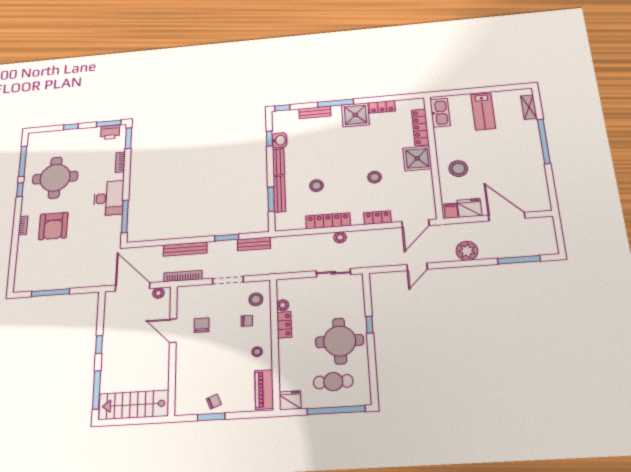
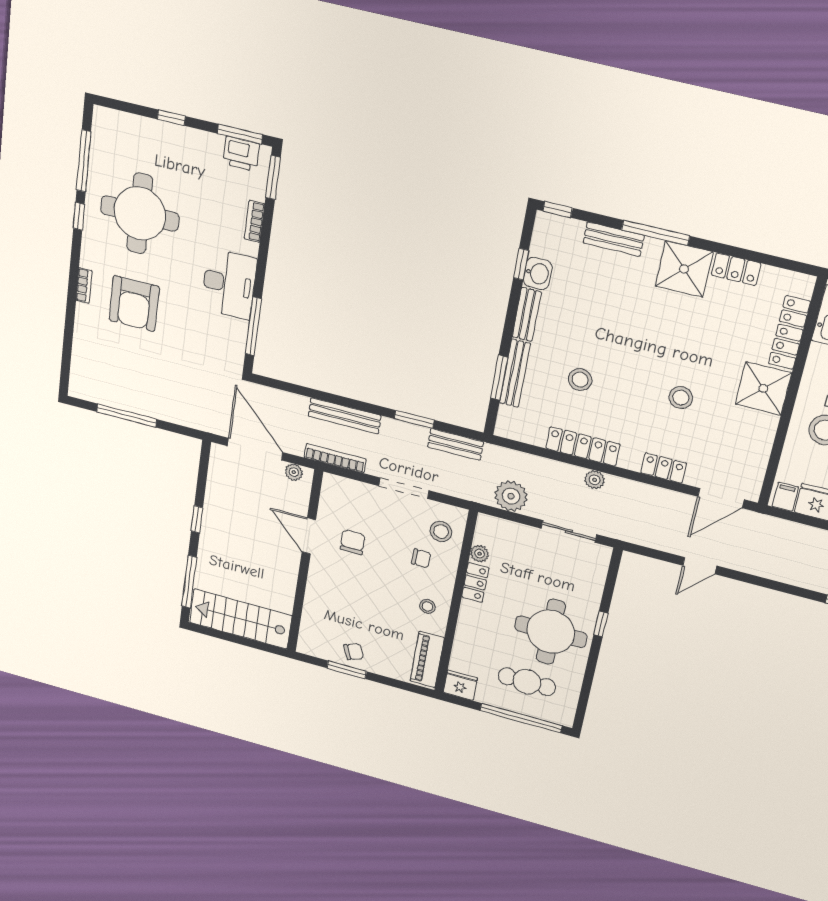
plant: (467, 251) -> (511, 496), moved

